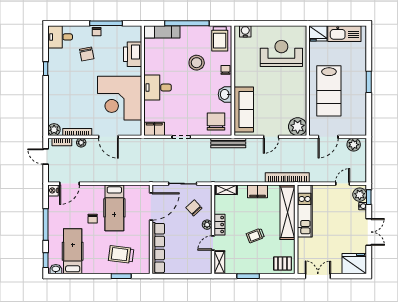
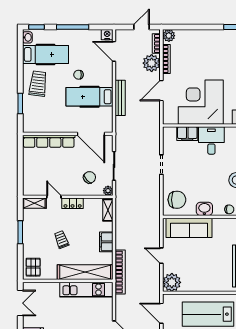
filing cabinet: (154, 129) -> (187, 134), moved, turned 90
plant: (81, 143) -> (152, 63), width x1.88, depth x1.88
bench: (228, 143) -> (120, 98), moved
plant: (207, 225) -> (108, 191), moved
trolley: (121, 254) -> (38, 84), moved

